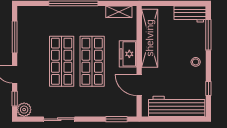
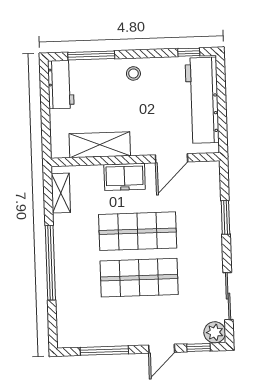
shelving: (150, 38) -> (100, 145), width x0.68
window: (208, 88) -> (189, 52), moved
sliding door: (59, 119) -> (228, 296), moved
window: (116, 119) -> (225, 217), moved

